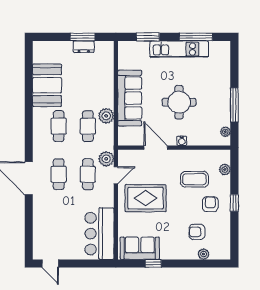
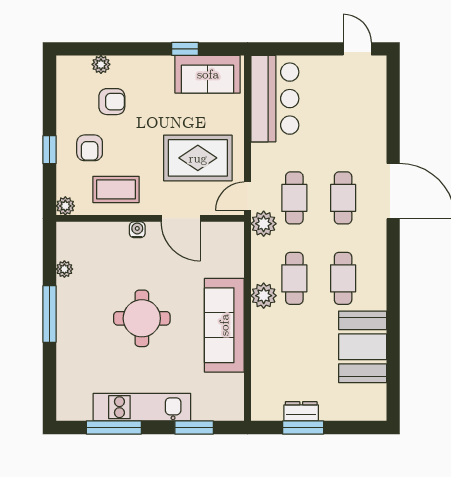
water cooler: (182, 141) -> (137, 230), moved
door: (156, 148) -> (181, 218), moved
wall: (174, 148) -> (150, 218), moved

